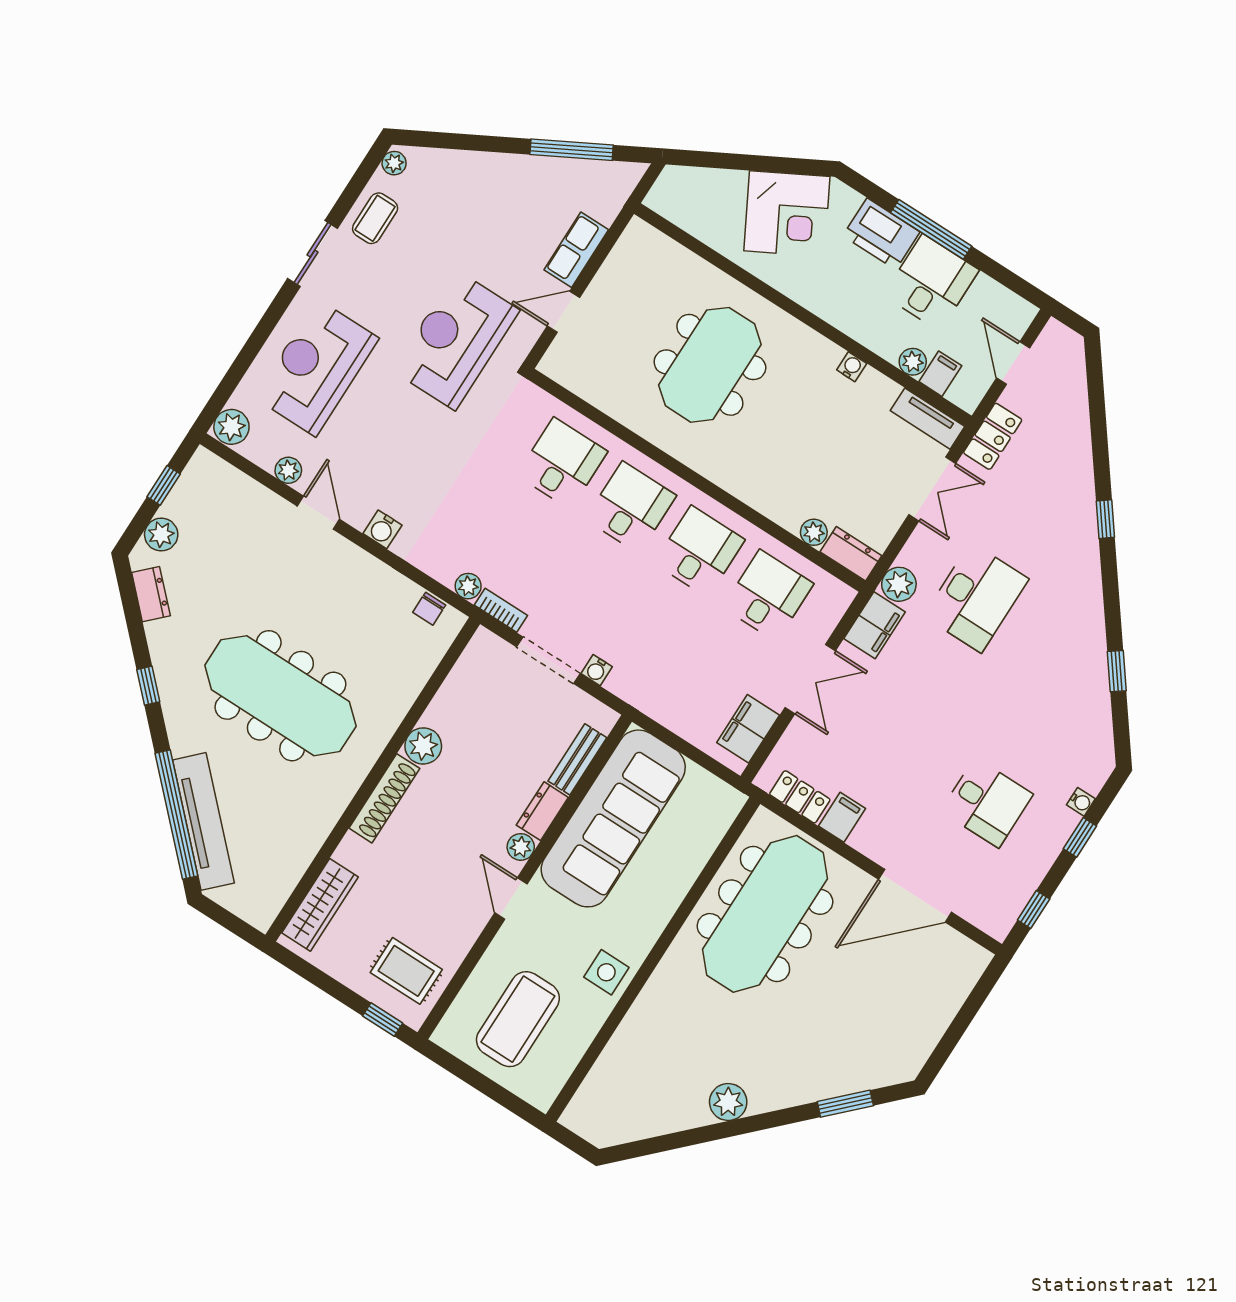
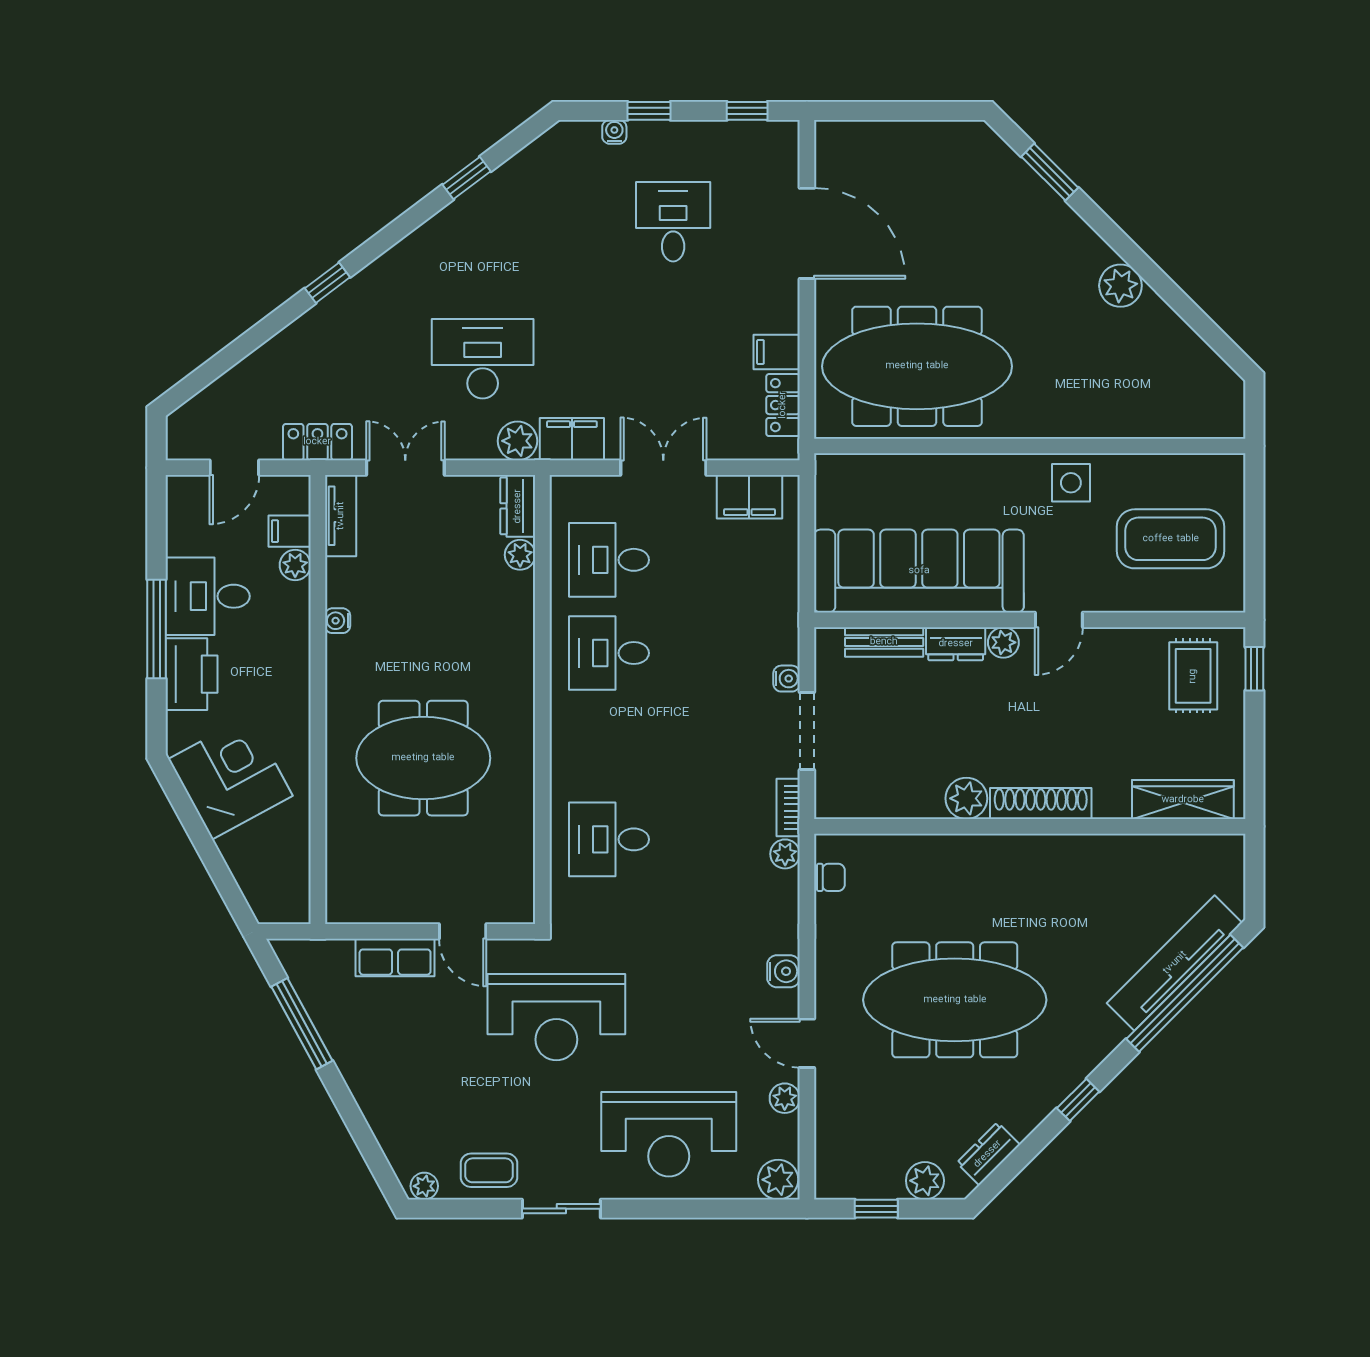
desk: (631, 507) -> (609, 746), removed
door: (318, 513) -> (807, 1043), hinge flipped
meeting table: (280, 696) -> (955, 1000), moved, turned 90

